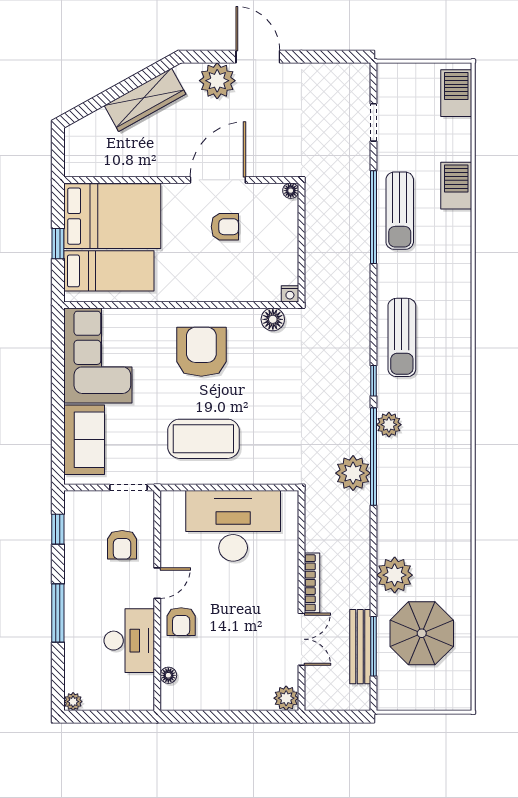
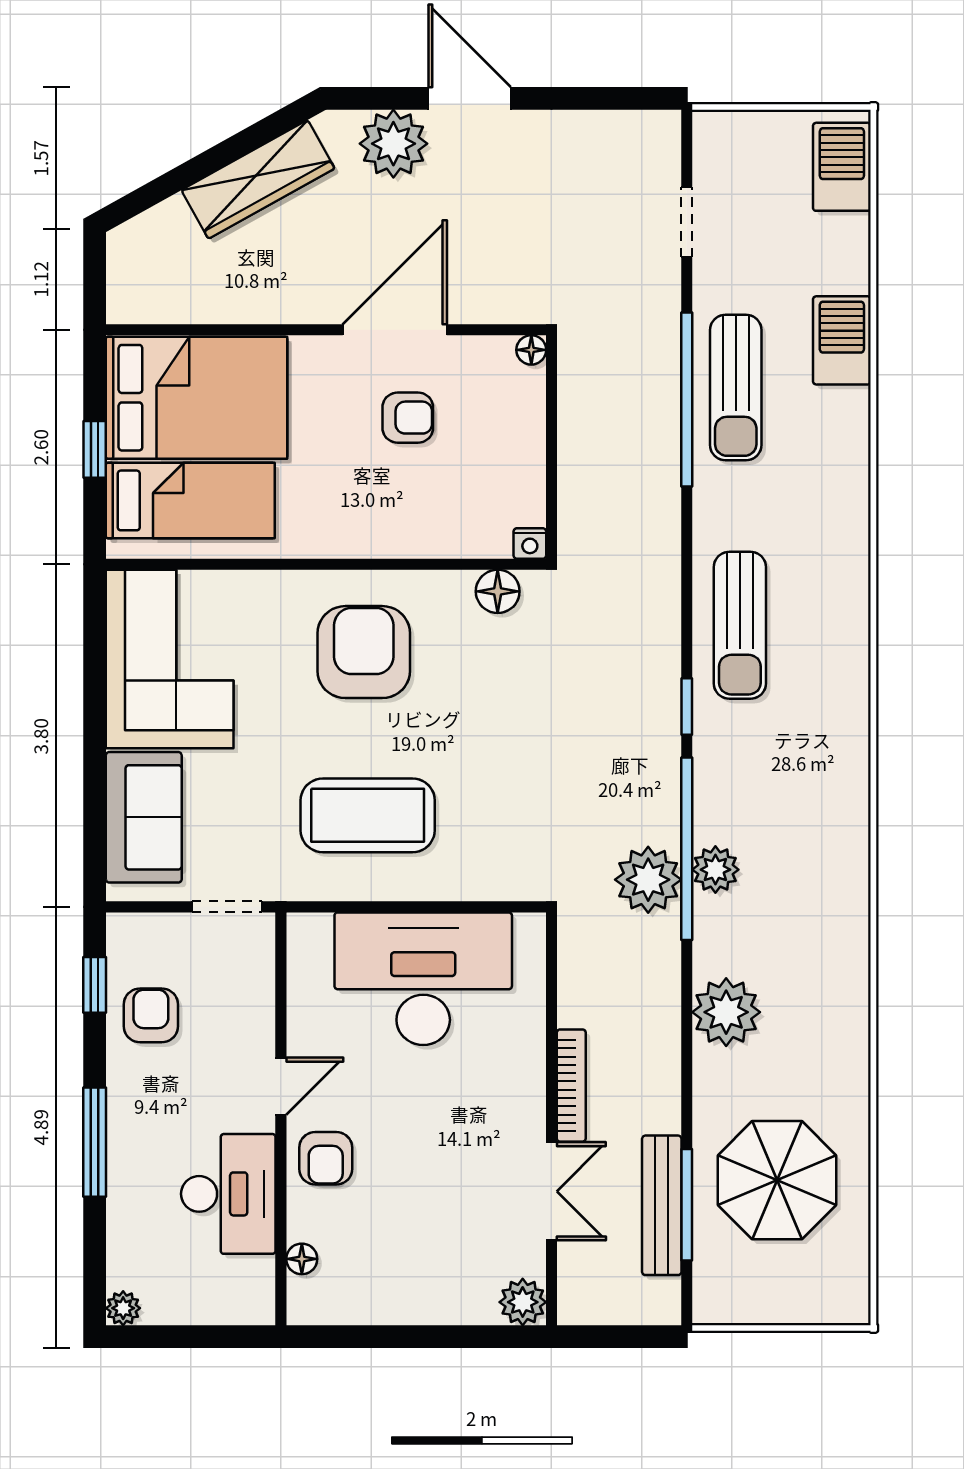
plant: (389, 425) -> (715, 870), moved
armchair: (122, 545) -> (151, 1015), moved, turned 180
plant: (395, 575) -> (726, 1012), moved

